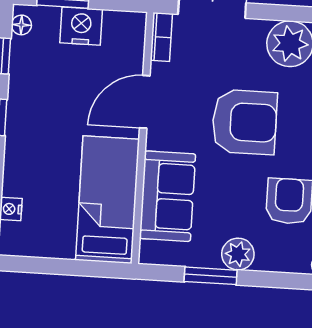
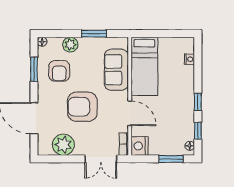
nightstand: (81, 26) -> (140, 146), moved, turned 90
door: (145, 102) -> (130, 113), hinge flipped
plant: (238, 254) -> (70, 45), moved

